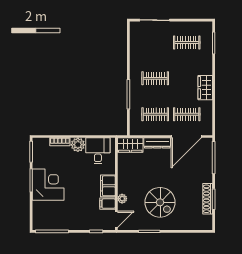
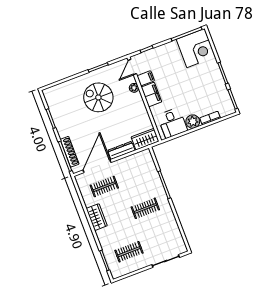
clothes rail: (155, 114) -> (133, 176), removed
corner desk: (48, 185) -> (196, 48), moved, turned -90
shoe rack: (208, 199) -> (70, 152), moved

